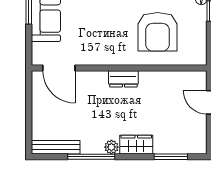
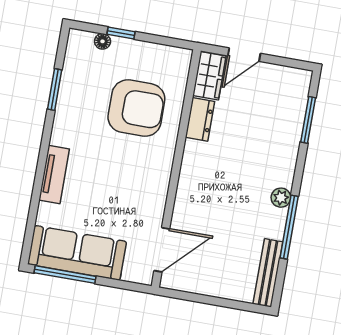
dresser: (123, 79) -> (200, 119), moved
wardrobe: (136, 145) -> (209, 76), moved, turned 180

